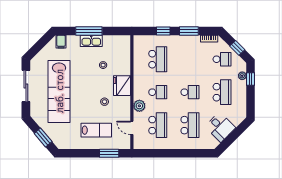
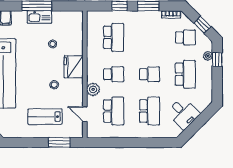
lab bench: (96, 130) -> (45, 117), turned 180

